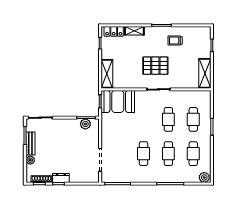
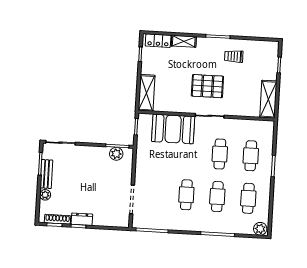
booth: (118, 101) -> (173, 129), moved

